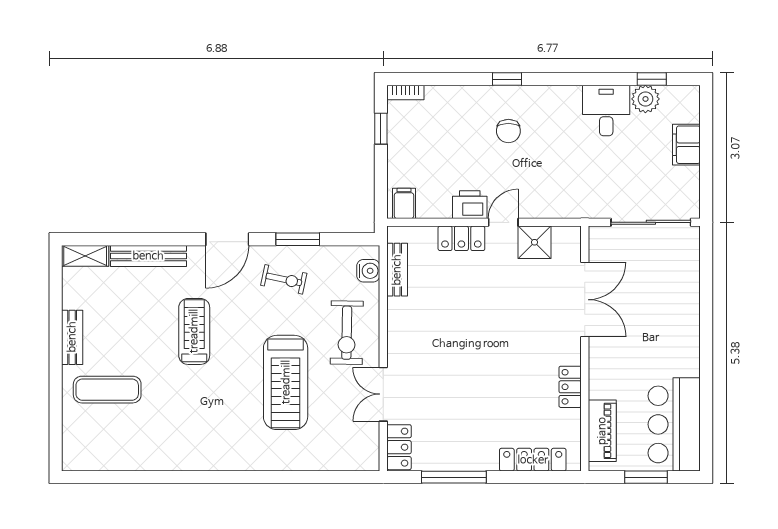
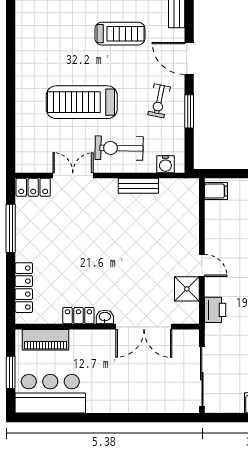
printer: (470, 205) -> (215, 310), moved
locker: (461, 238) -> (190, 234), removed
bench: (397, 270) -> (138, 186), moved
washbasin: (572, 352) -> (105, 317), added

